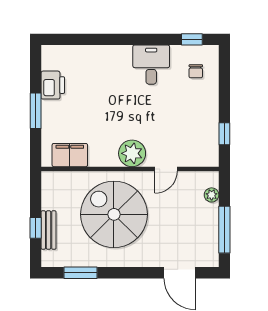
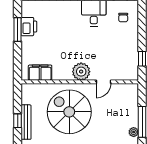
window: (36, 111) -> (18, 29), moved
plant: (212, 195) -> (134, 132), moved
bench: (49, 230) -> (26, 122), width x1.36

